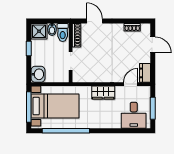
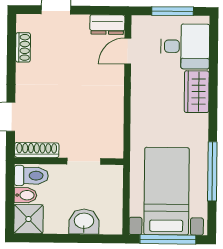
window: (29, 49) -> (60, 238), removed
washbasin: (38, 74) -> (84, 222), moved
door: (131, 84) -> (128, 51), hinge flipped
wardrobe: (103, 93) -> (197, 92), moved, turned 180
window: (66, 131) -> (212, 171), width x0.68

